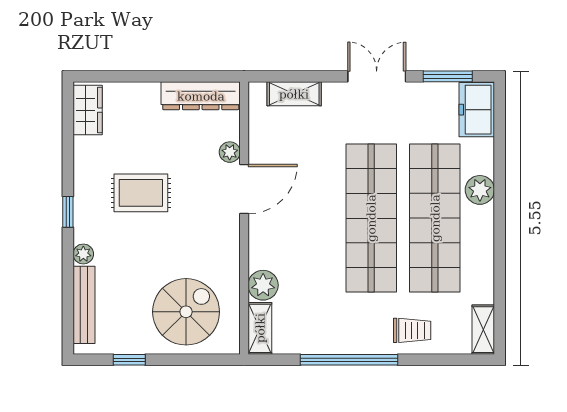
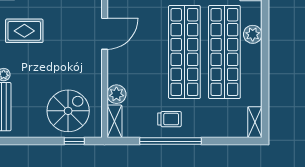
plant: (230, 152) -> (96, 11), removed
rug: (141, 193) -> (24, 31), moved
trolley: (412, 330) -> (169, 119), moved
window: (129, 360) -> (74, 141), moved

